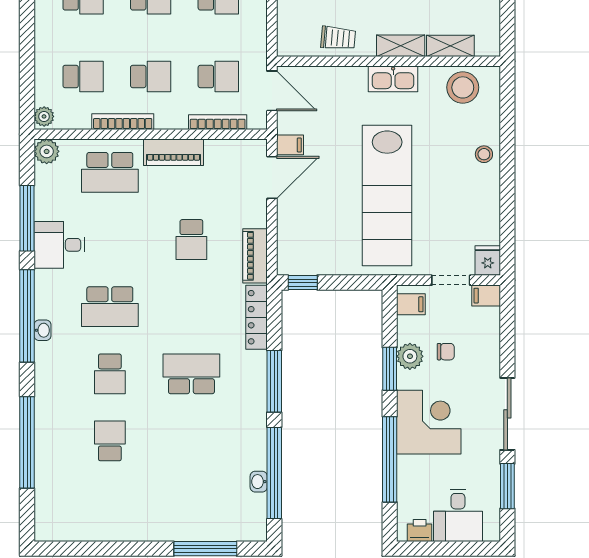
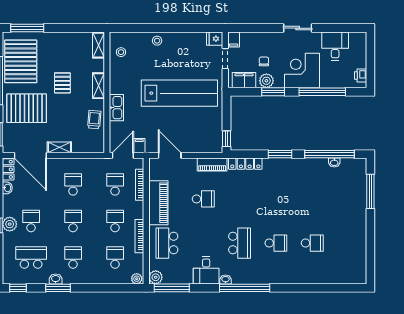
shelving: (450, 46) -> (98, 45), moved
kitchen sink: (393, 79) -> (116, 108), moved
stool: (463, 87) -> (121, 52), width x0.53, depth x0.53
filing cabinet: (290, 145) -> (139, 146), moved
piano: (174, 152) -> (158, 203), width x1.37, depth x1.33
school desk: (110, 172) -> (167, 243), turned 180
window: (27, 218) -> (172, 288), moved
filing cabinet: (411, 304) -> (244, 80), width x2.00
washbasin: (43, 330) -> (225, 279), moved
school desk: (191, 374) -> (276, 199), removed
window: (274, 381) -> (280, 154), width x0.69
sliding door: (507, 414) -> (298, 28), width x0.73
school desk: (110, 441) -> (312, 243), turned 180
window: (27, 442) -> (313, 288), removed
window: (507, 486) -> (337, 28), removed
desk: (458, 515) -> (335, 46), moved, turned -90

